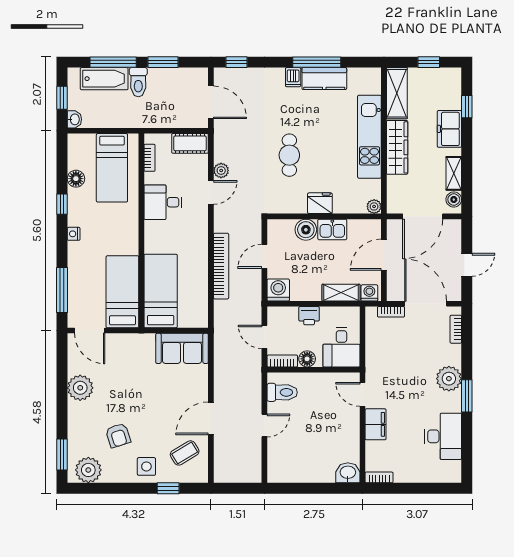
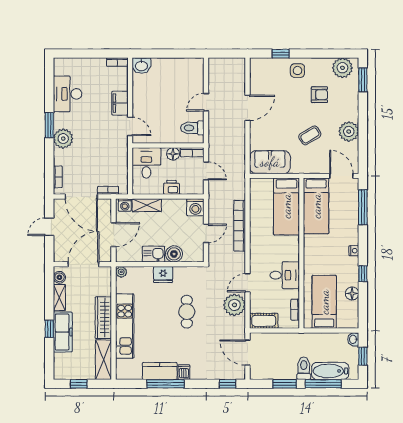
window: (467, 107) -> (49, 329), moved
freezer: (449, 129) -> (63, 332), width x1.40
plant: (221, 170) -> (234, 305), width x1.88, depth x1.88
armchair: (118, 435) -> (319, 95), turned 108
coffee table: (185, 453) -> (310, 135), moved

